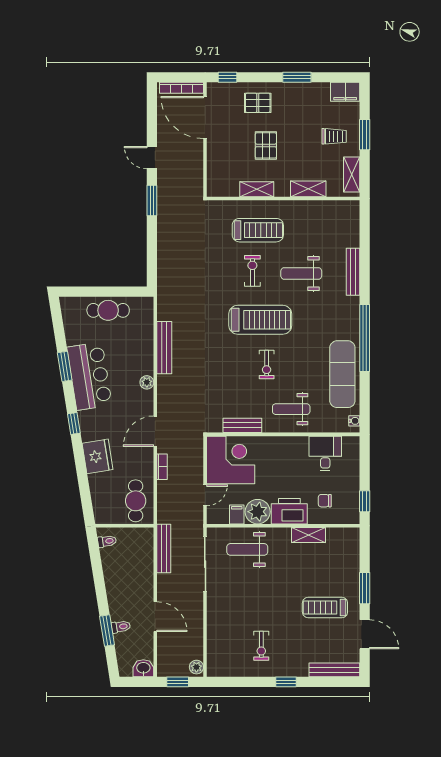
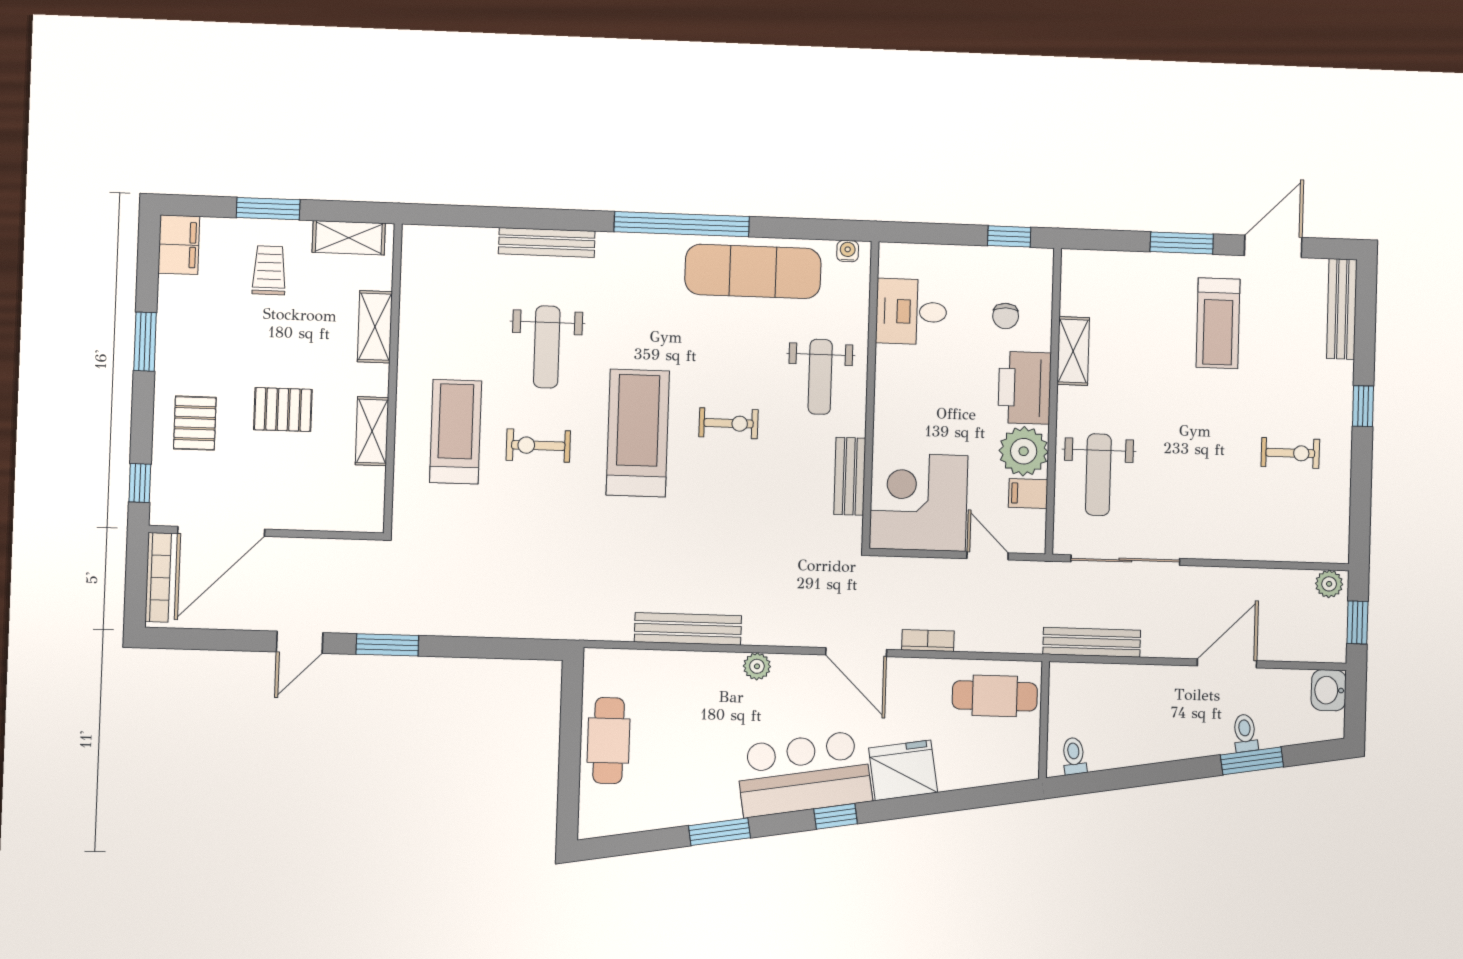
bar counter: (89, 376) -> (804, 774), moved

